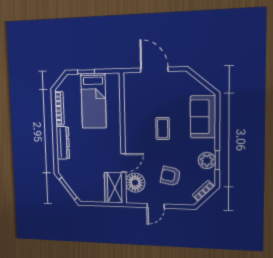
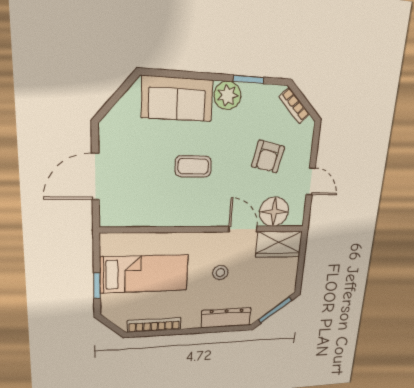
dresser: (63, 143) -> (226, 318), moved
stool: (94, 150) -> (220, 273), added
plant: (207, 160) -> (227, 95), moved

